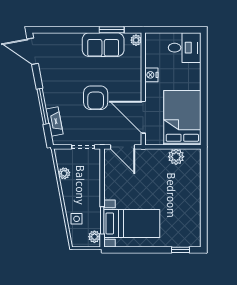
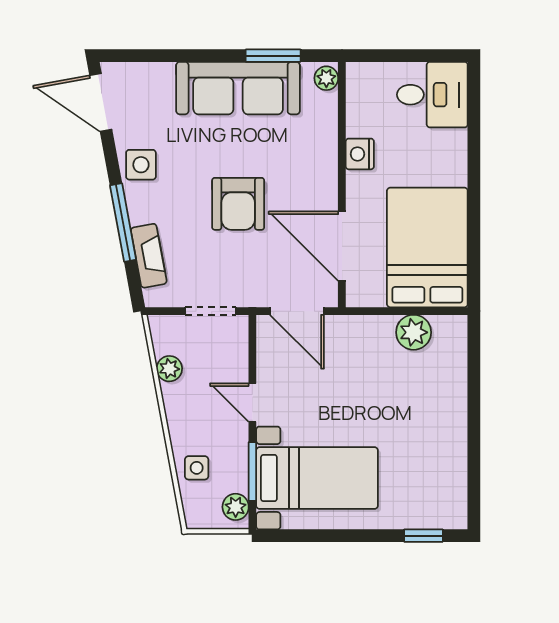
sofa: (103, 45) -> (238, 88), width x1.36
side table: (51, 80) -> (141, 165), added
door: (102, 189) -> (252, 403), added

